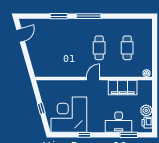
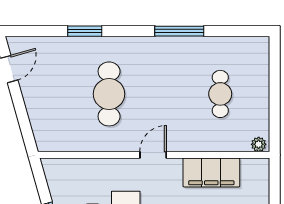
window: (89, 16) -> (179, 31), moved
cafe table: (99, 48) -> (109, 94), moved, width x1.37, depth x1.35

